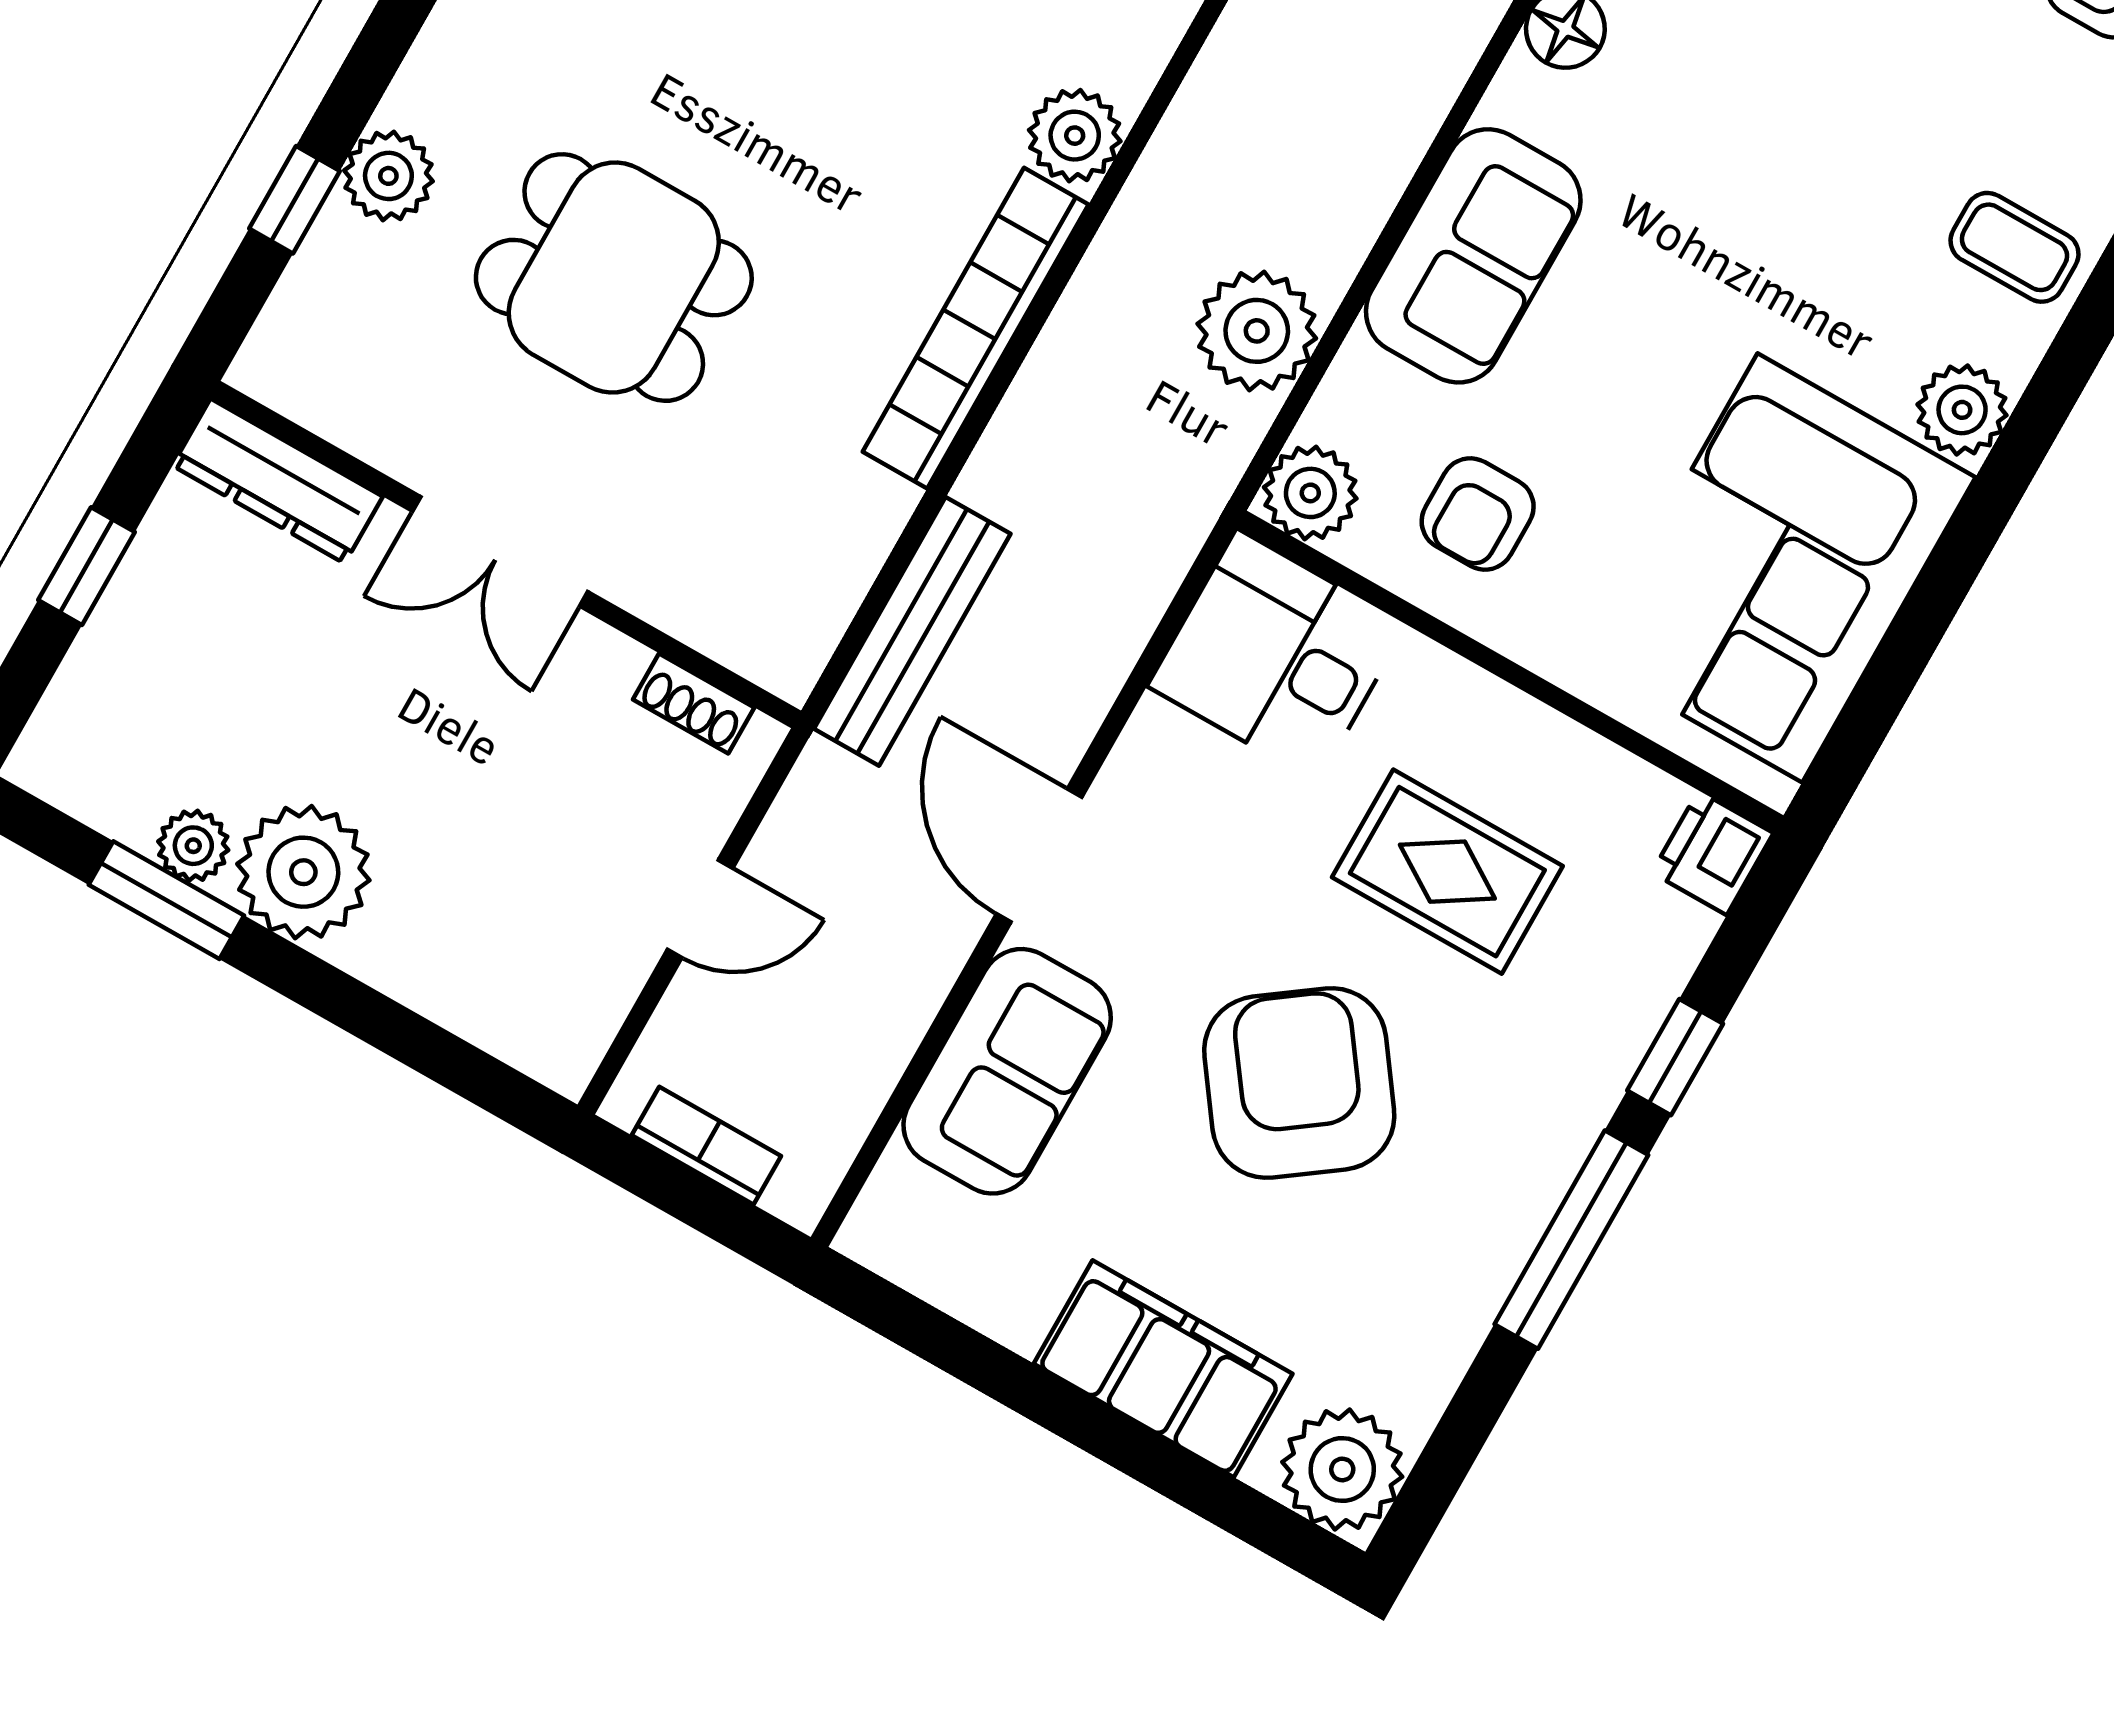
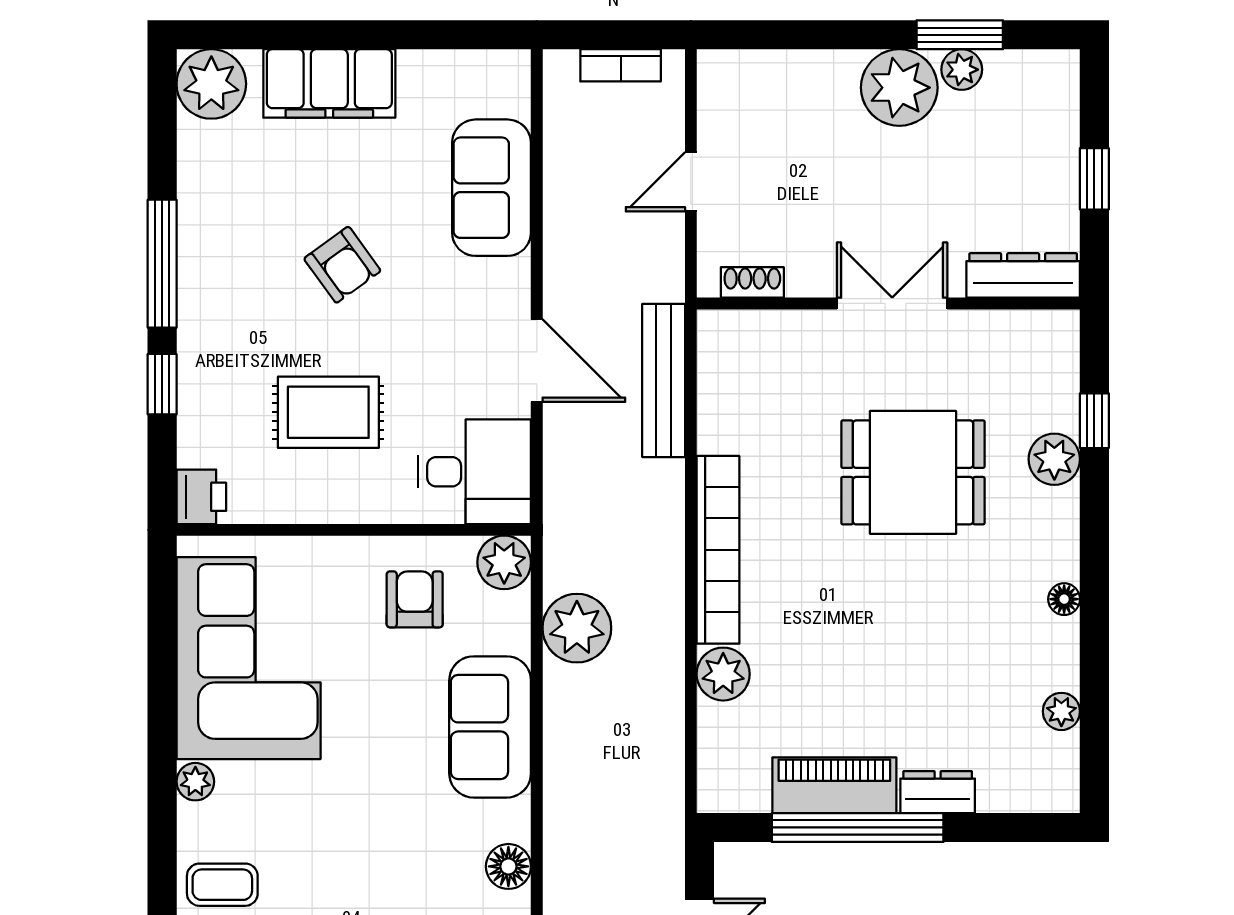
plant: (1962, 410) -> (195, 782), width x0.73, depth x0.73
door: (1039, 855) -> (537, 361), moved
armchair: (1299, 1083) -> (342, 265), width x0.53, depth x0.53

